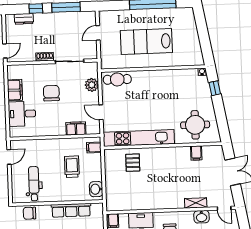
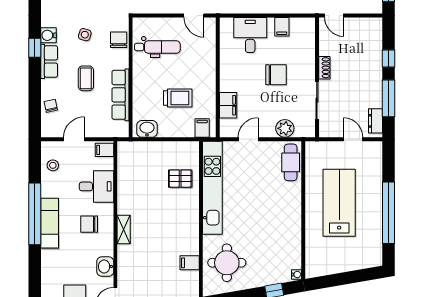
dresser: (24, 19) -> (375, 121), moved
filing cabinet: (15, 90) -> (282, 27), width x0.50
shelving: (196, 203) -> (124, 230), moved

